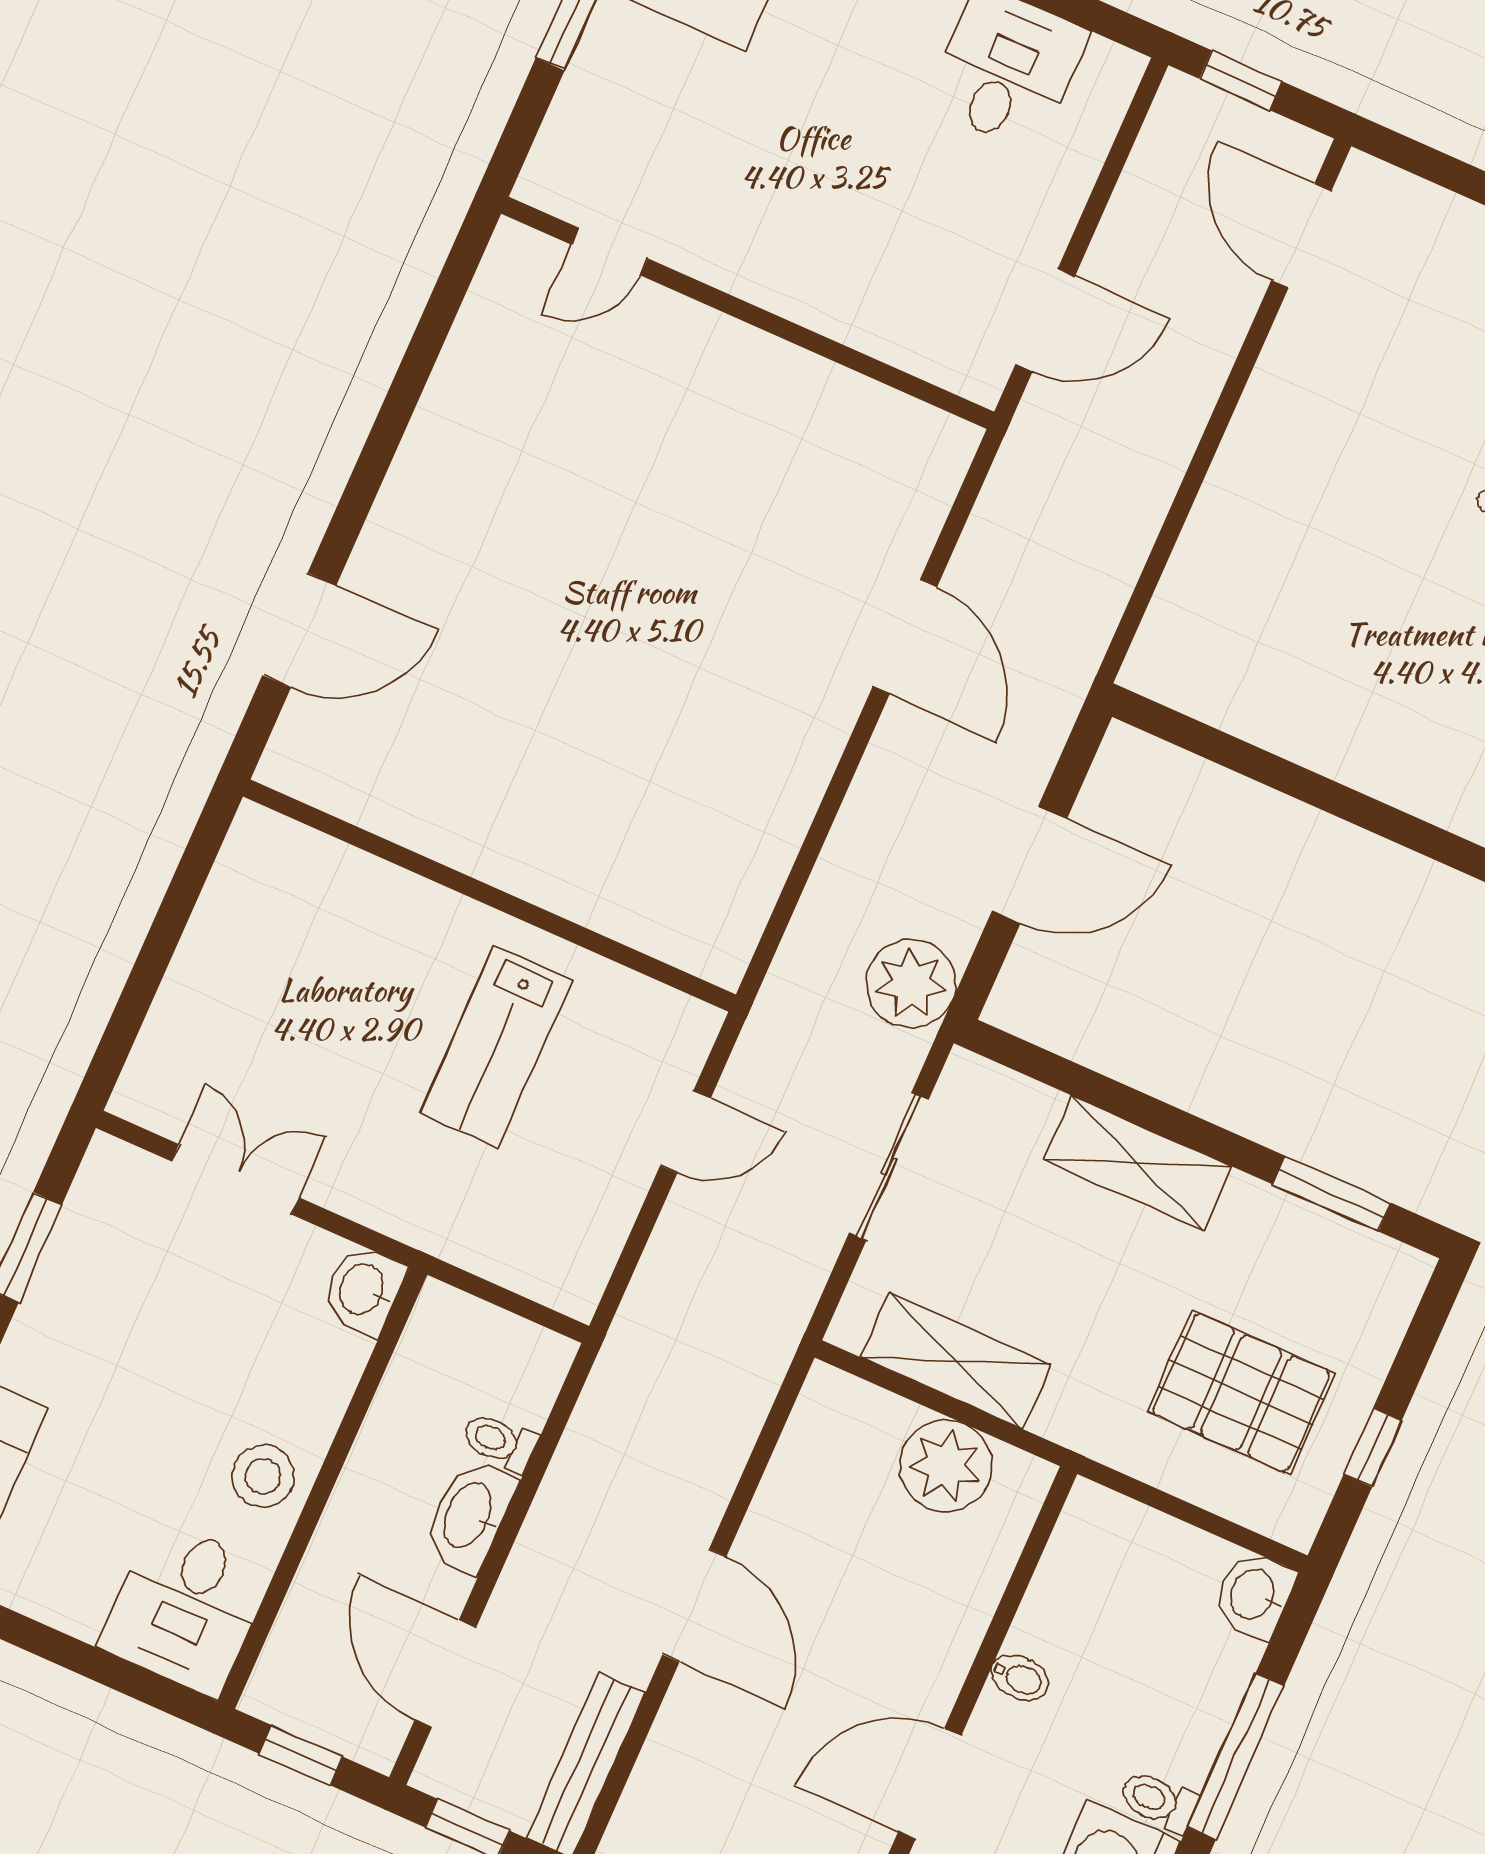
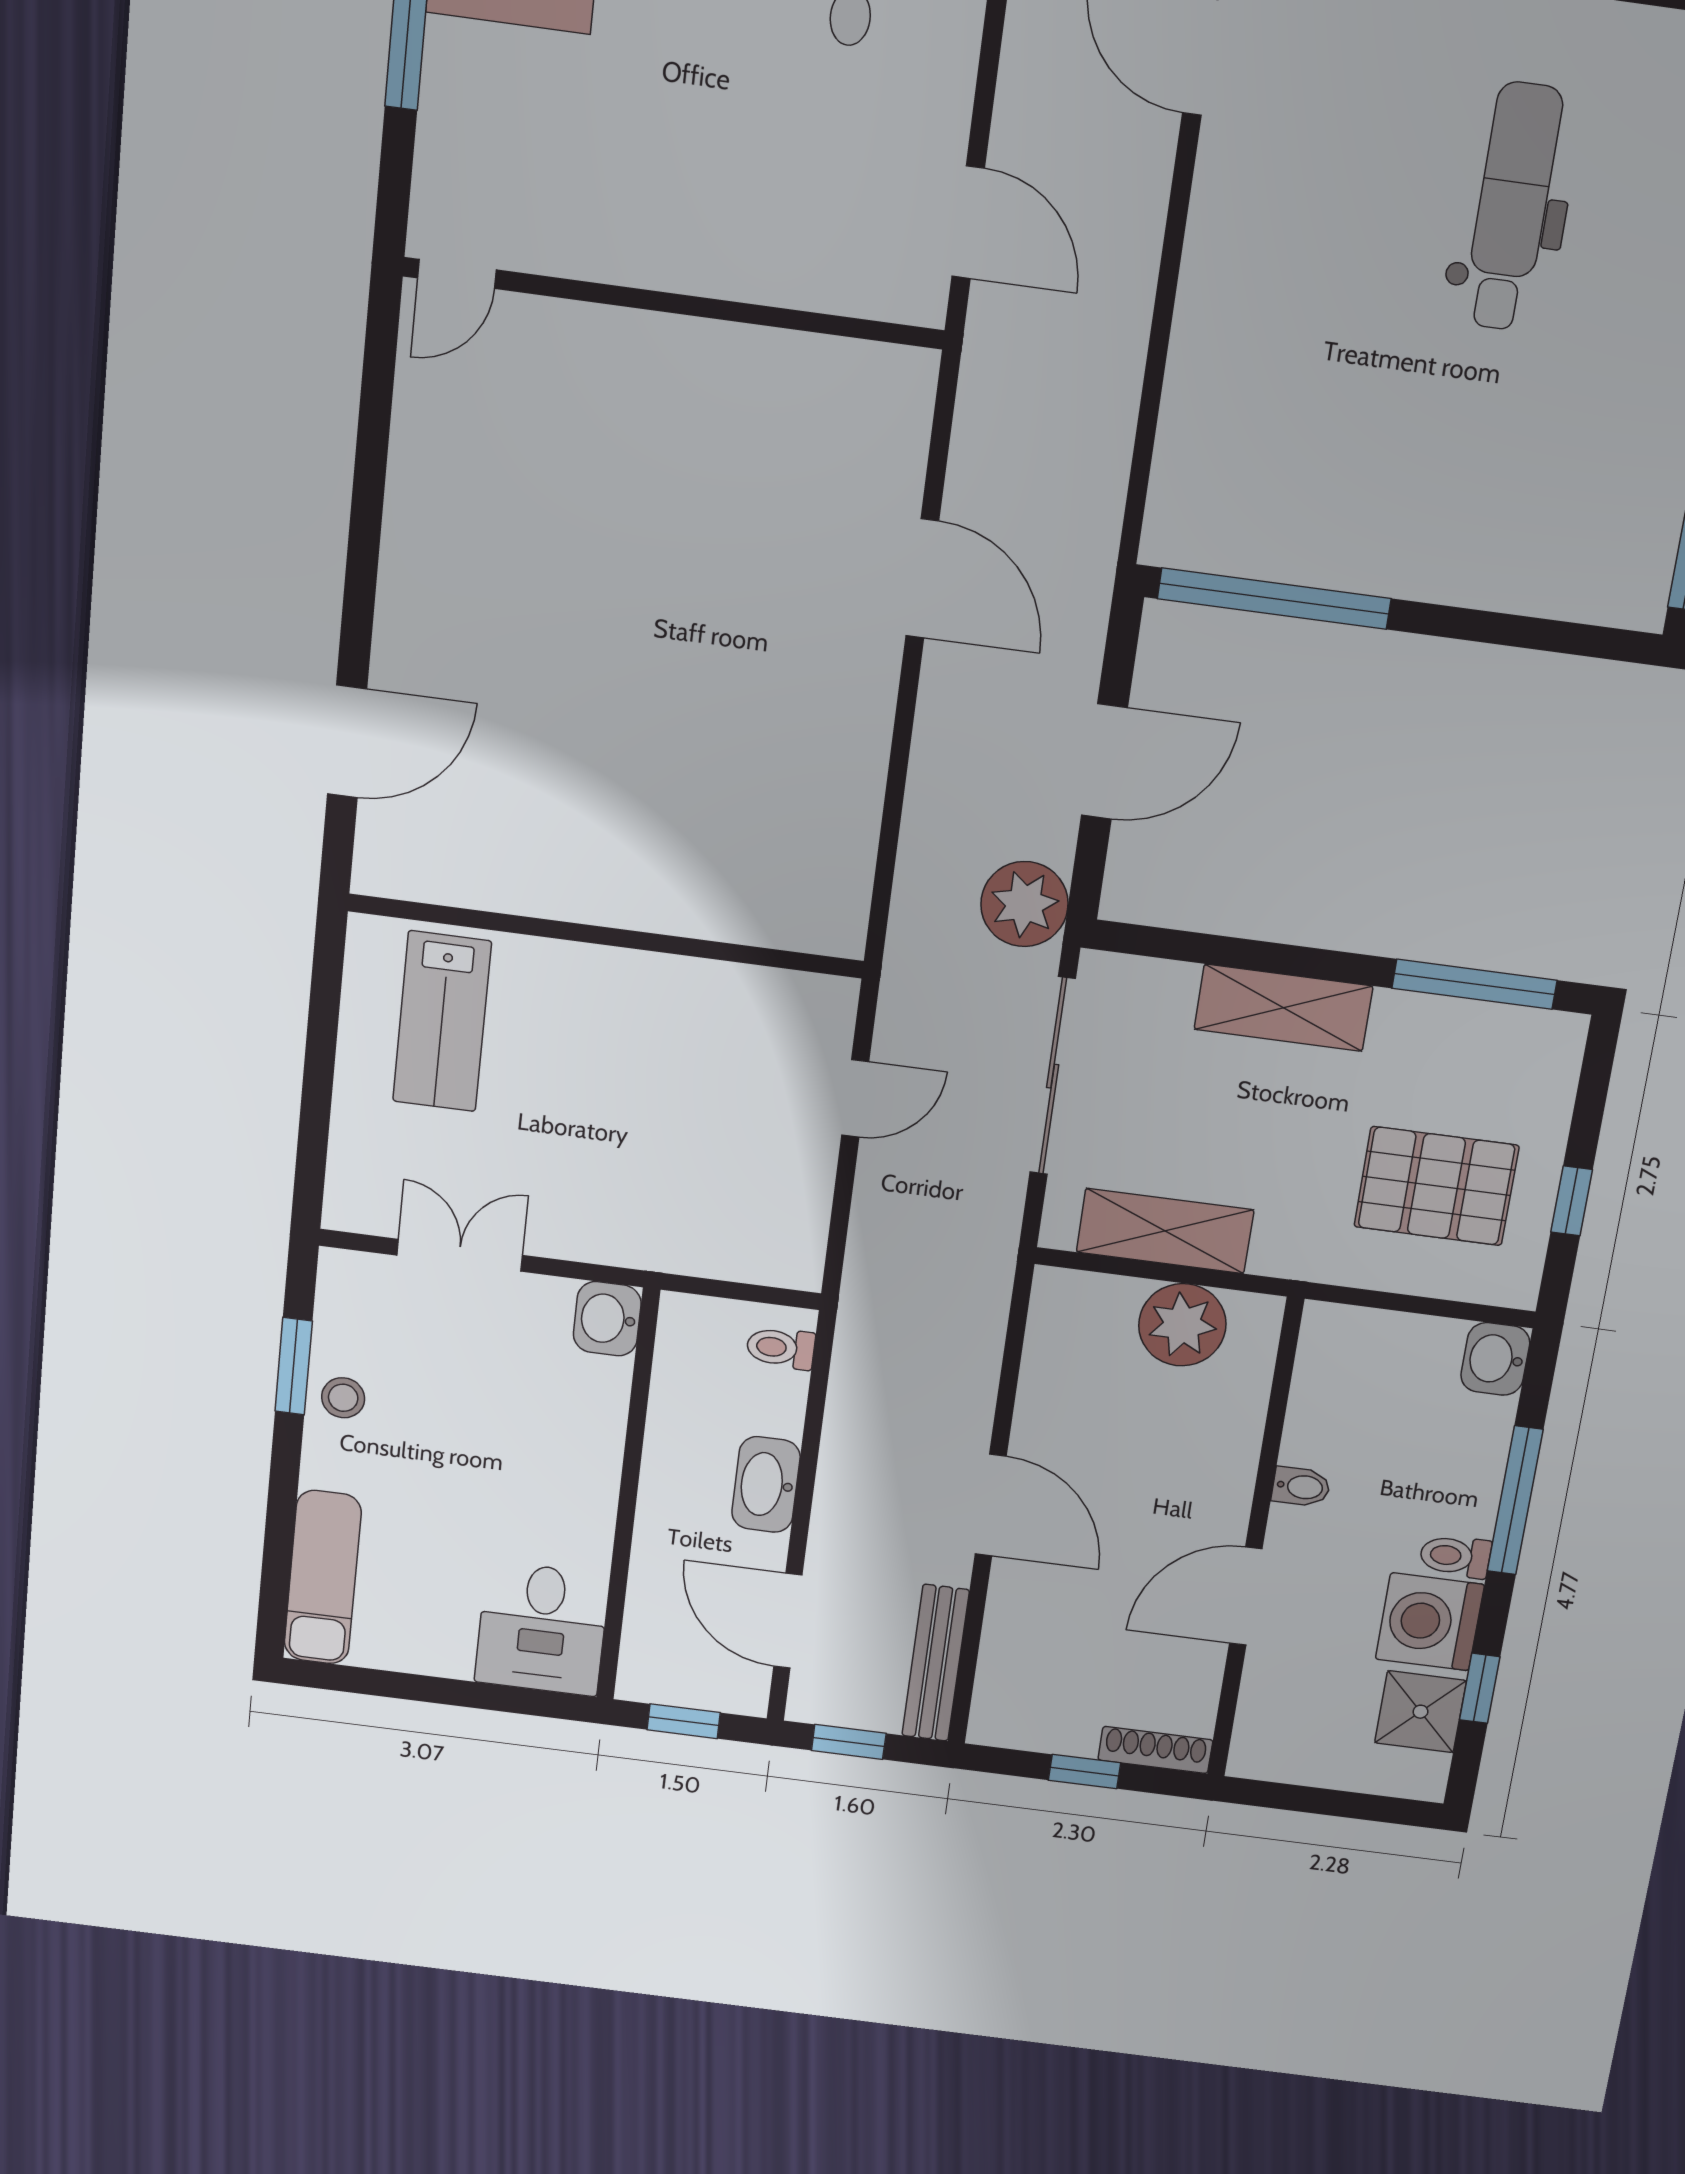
door: (609, 251) -> (457, 274), moved
door: (1045, 320) -> (968, 222), hinge flipped
window: (1236, 755) -> (1274, 599), added
lab bench: (496, 1047) -> (442, 1021), moved
sliding door: (889, 1166) -> (1053, 1076), width x1.37
window: (1332, 1194) -> (1474, 984), width x1.44
toilet: (499, 1442) -> (781, 1348), moved
stool: (263, 1476) -> (343, 1398), moved, width x0.73, depth x0.73

